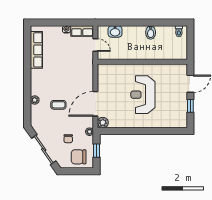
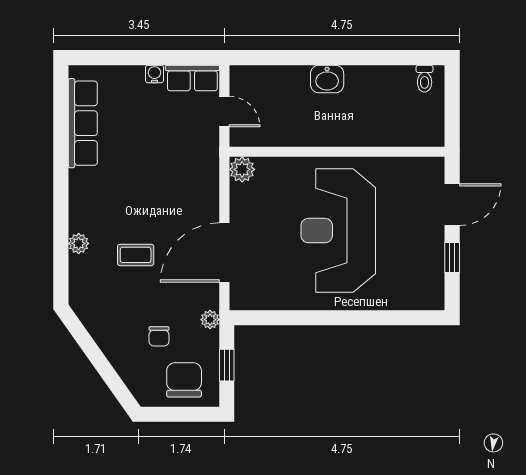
washbasin: (115, 31) -> (327, 79), moved
bidet: (151, 32) -> (357, 81), removed
reception desk: (143, 95) -> (338, 231), width x1.36, depth x1.30
plant: (103, 123) -> (242, 169), moved
sliding door: (44, 150) -> (100, 363), removed
chair: (79, 157) -> (184, 380), turned 90

